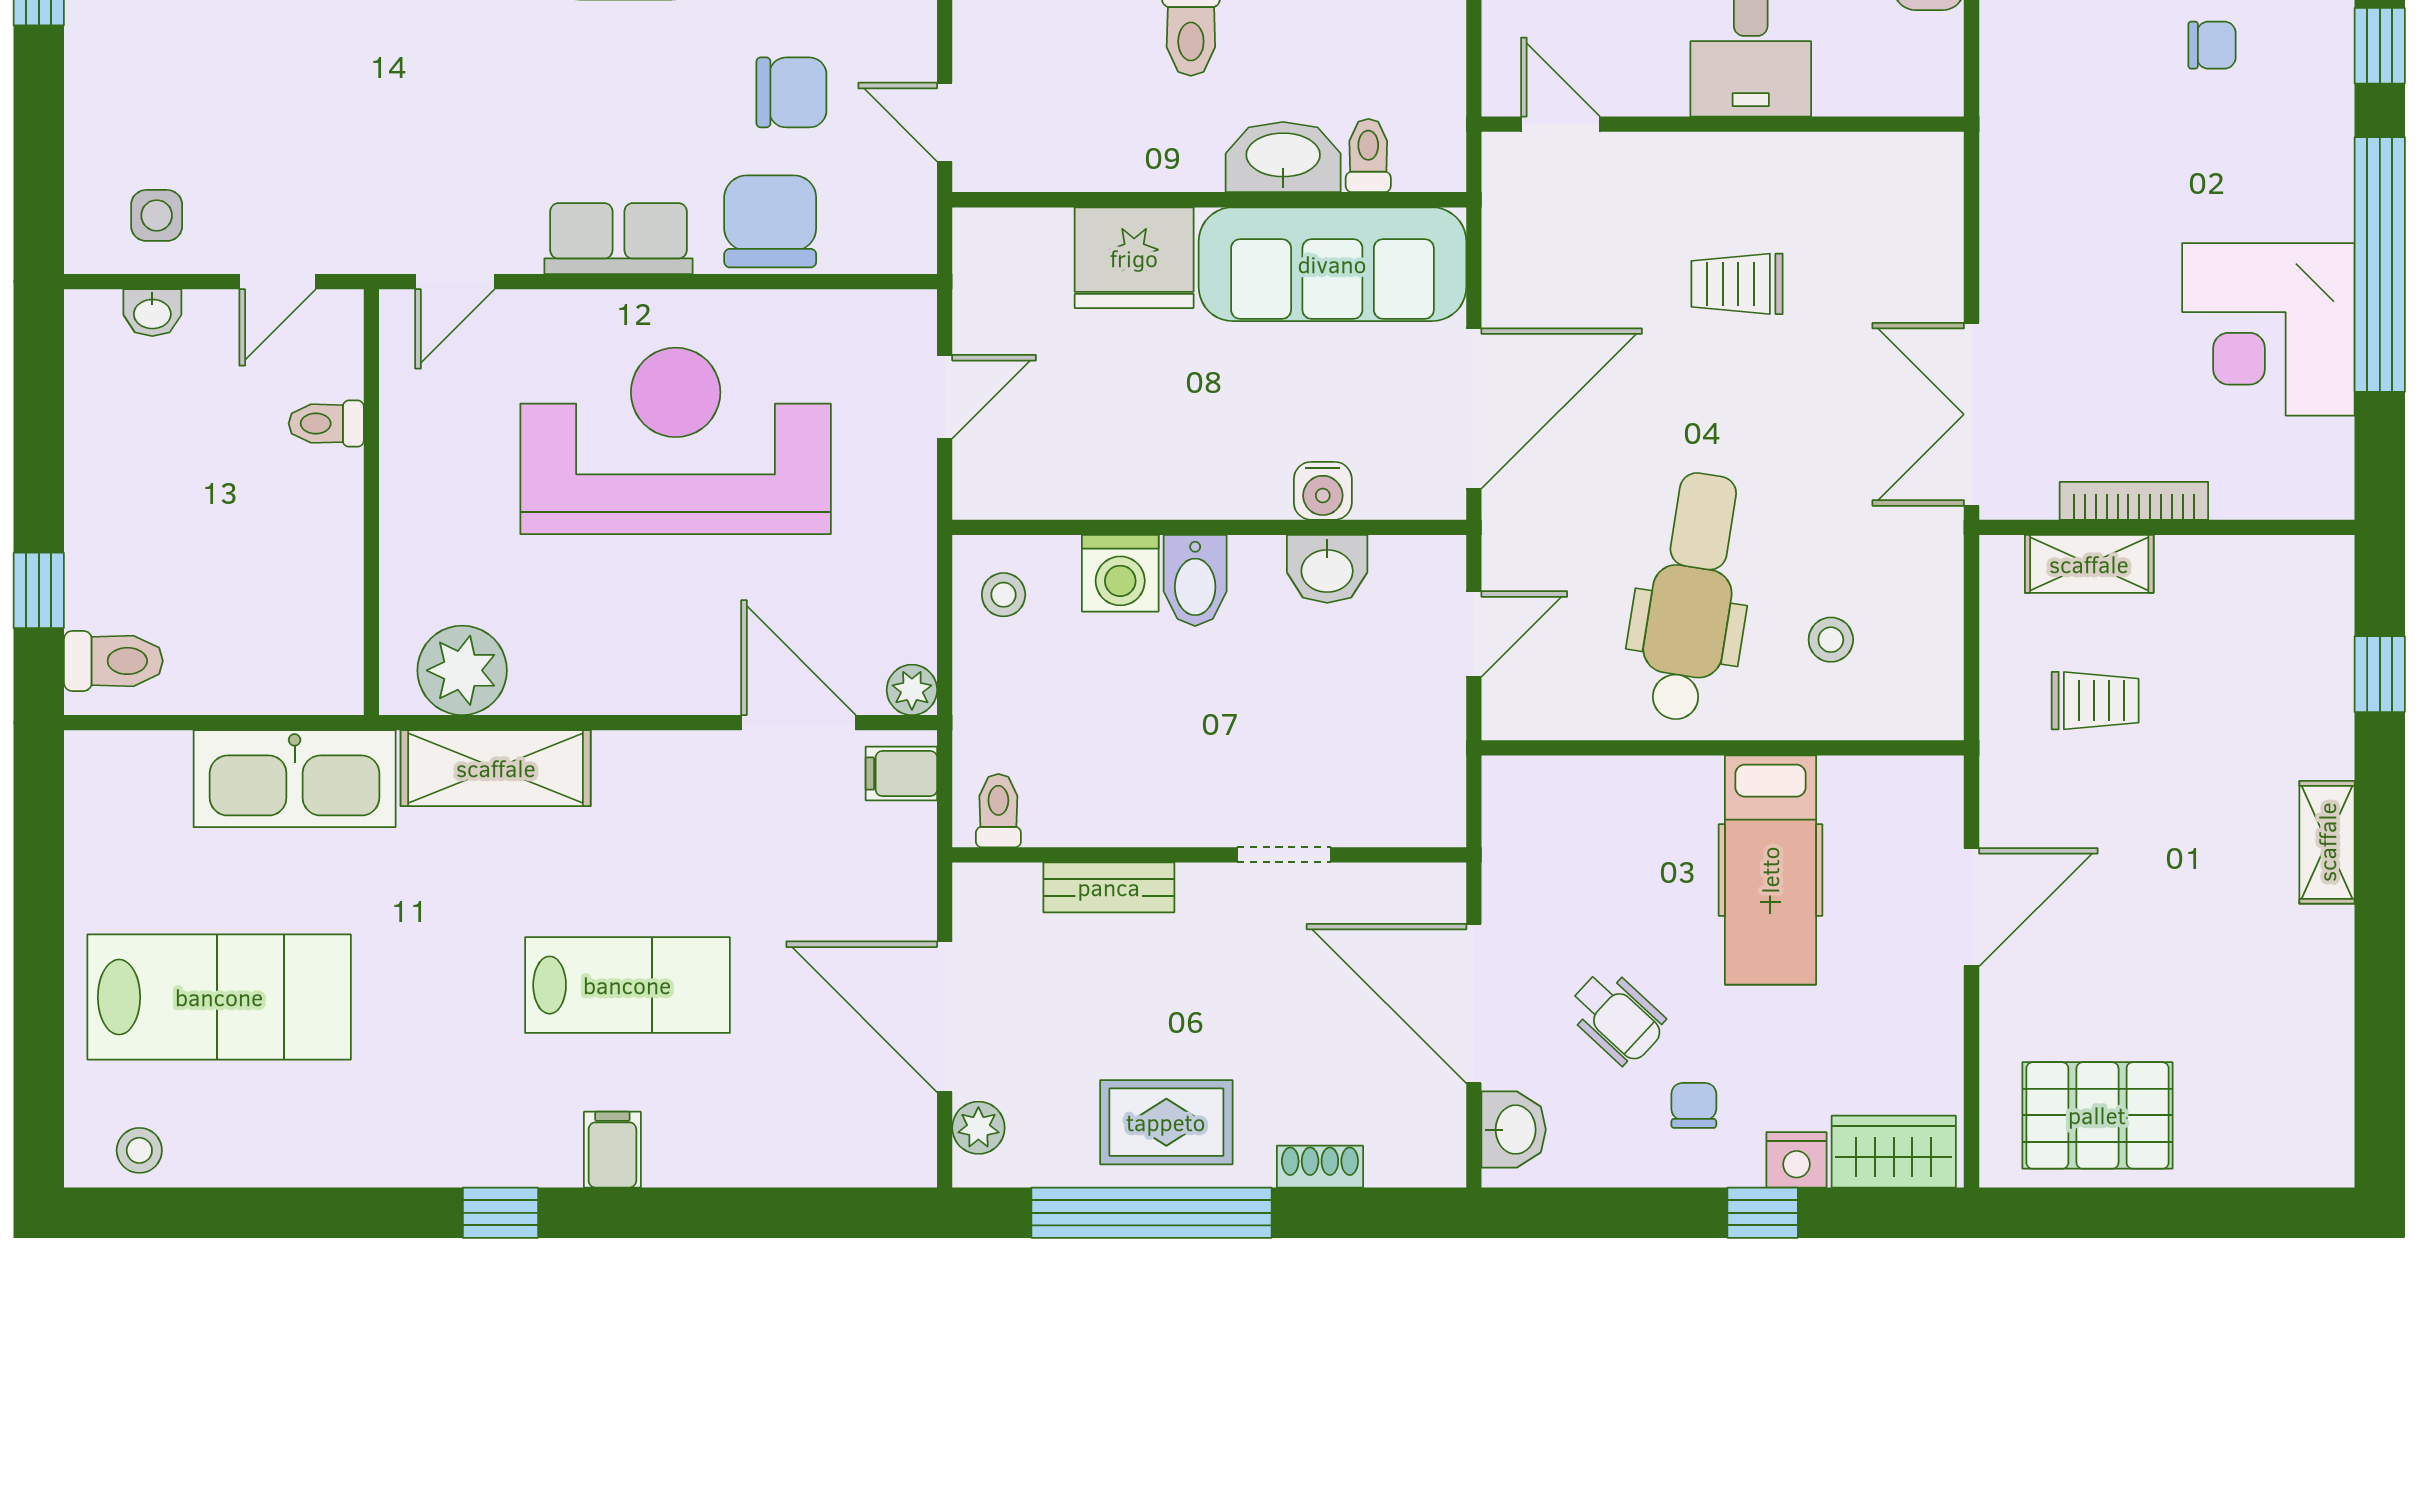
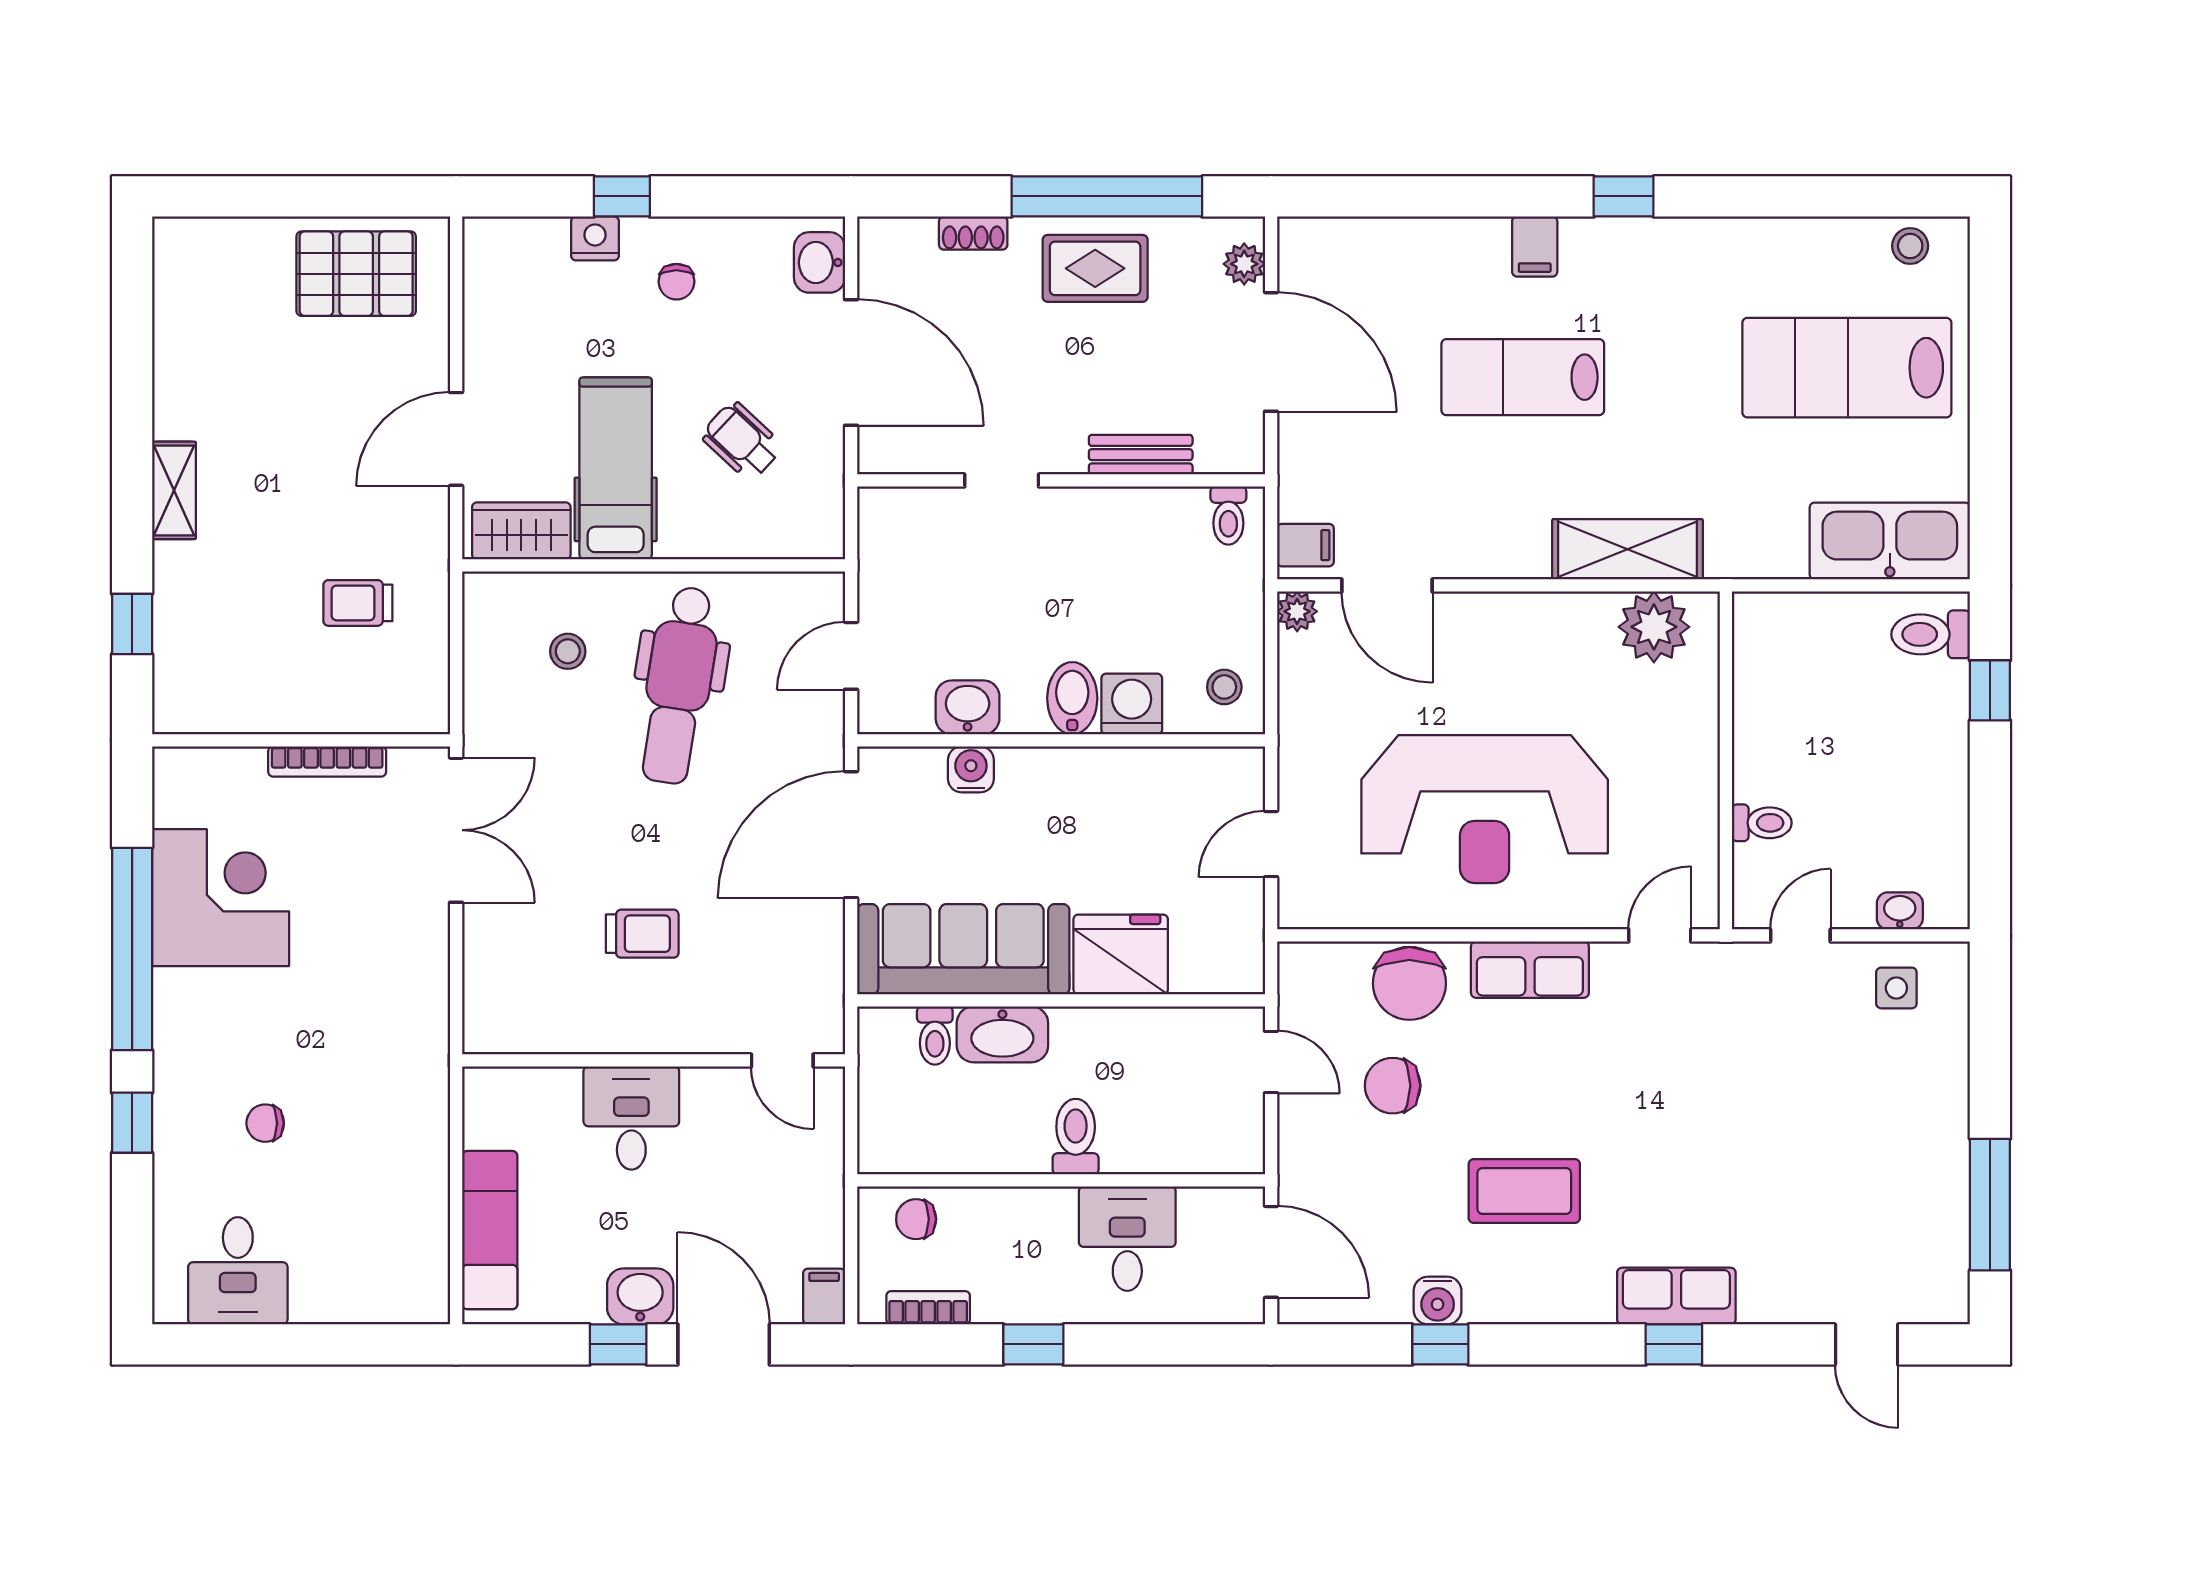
shelving: (2089, 564) -> (363, 711), removed
kitchen sink: (295, 779) -> (1890, 541), moved
wheelchair: (1617, 1017) -> (742, 441), moved
wardrobe: (1894, 1152) -> (521, 531), moved, turned 180

